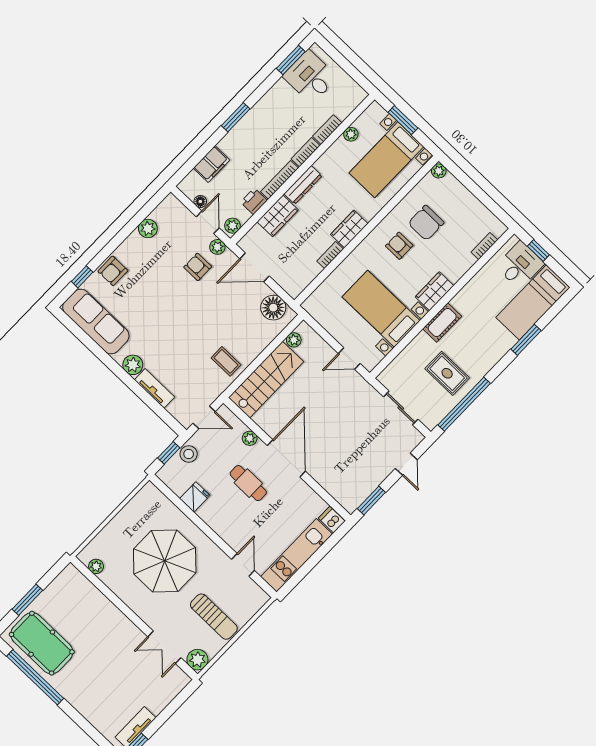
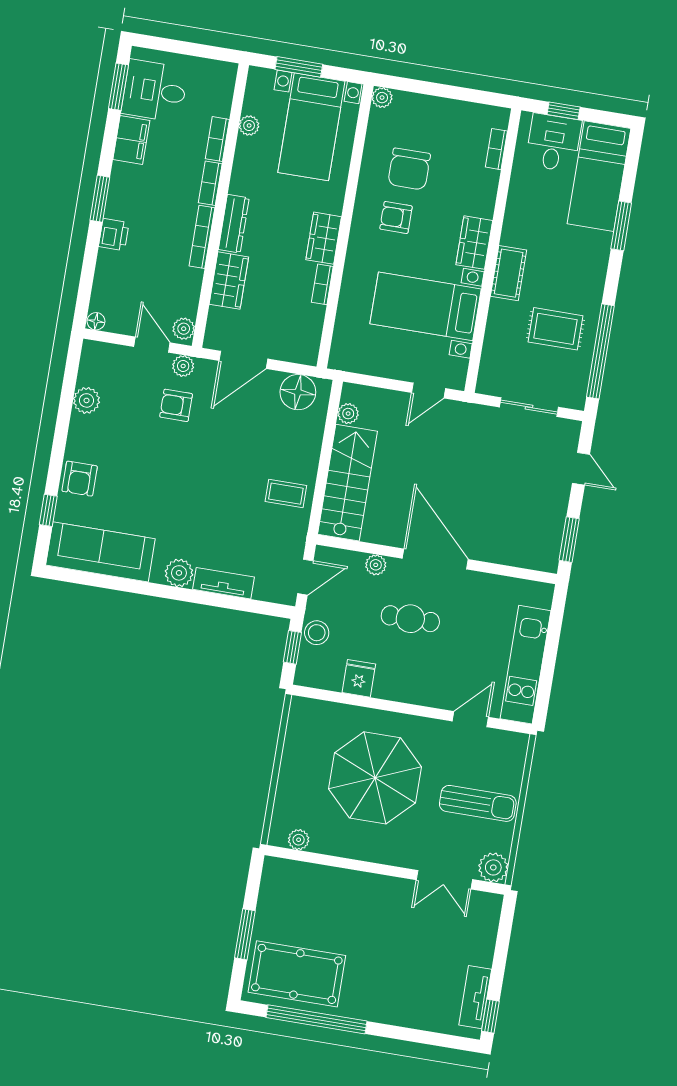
filing cabinet: (211, 164) -> (131, 140), moved
floor lamp: (200, 201) -> (96, 321), moved
printer: (254, 201) -> (114, 234), moved, turned 180
dishwasher: (332, 520) -> (538, 594), removed
door: (243, 565) -> (470, 719), hinge flipped

